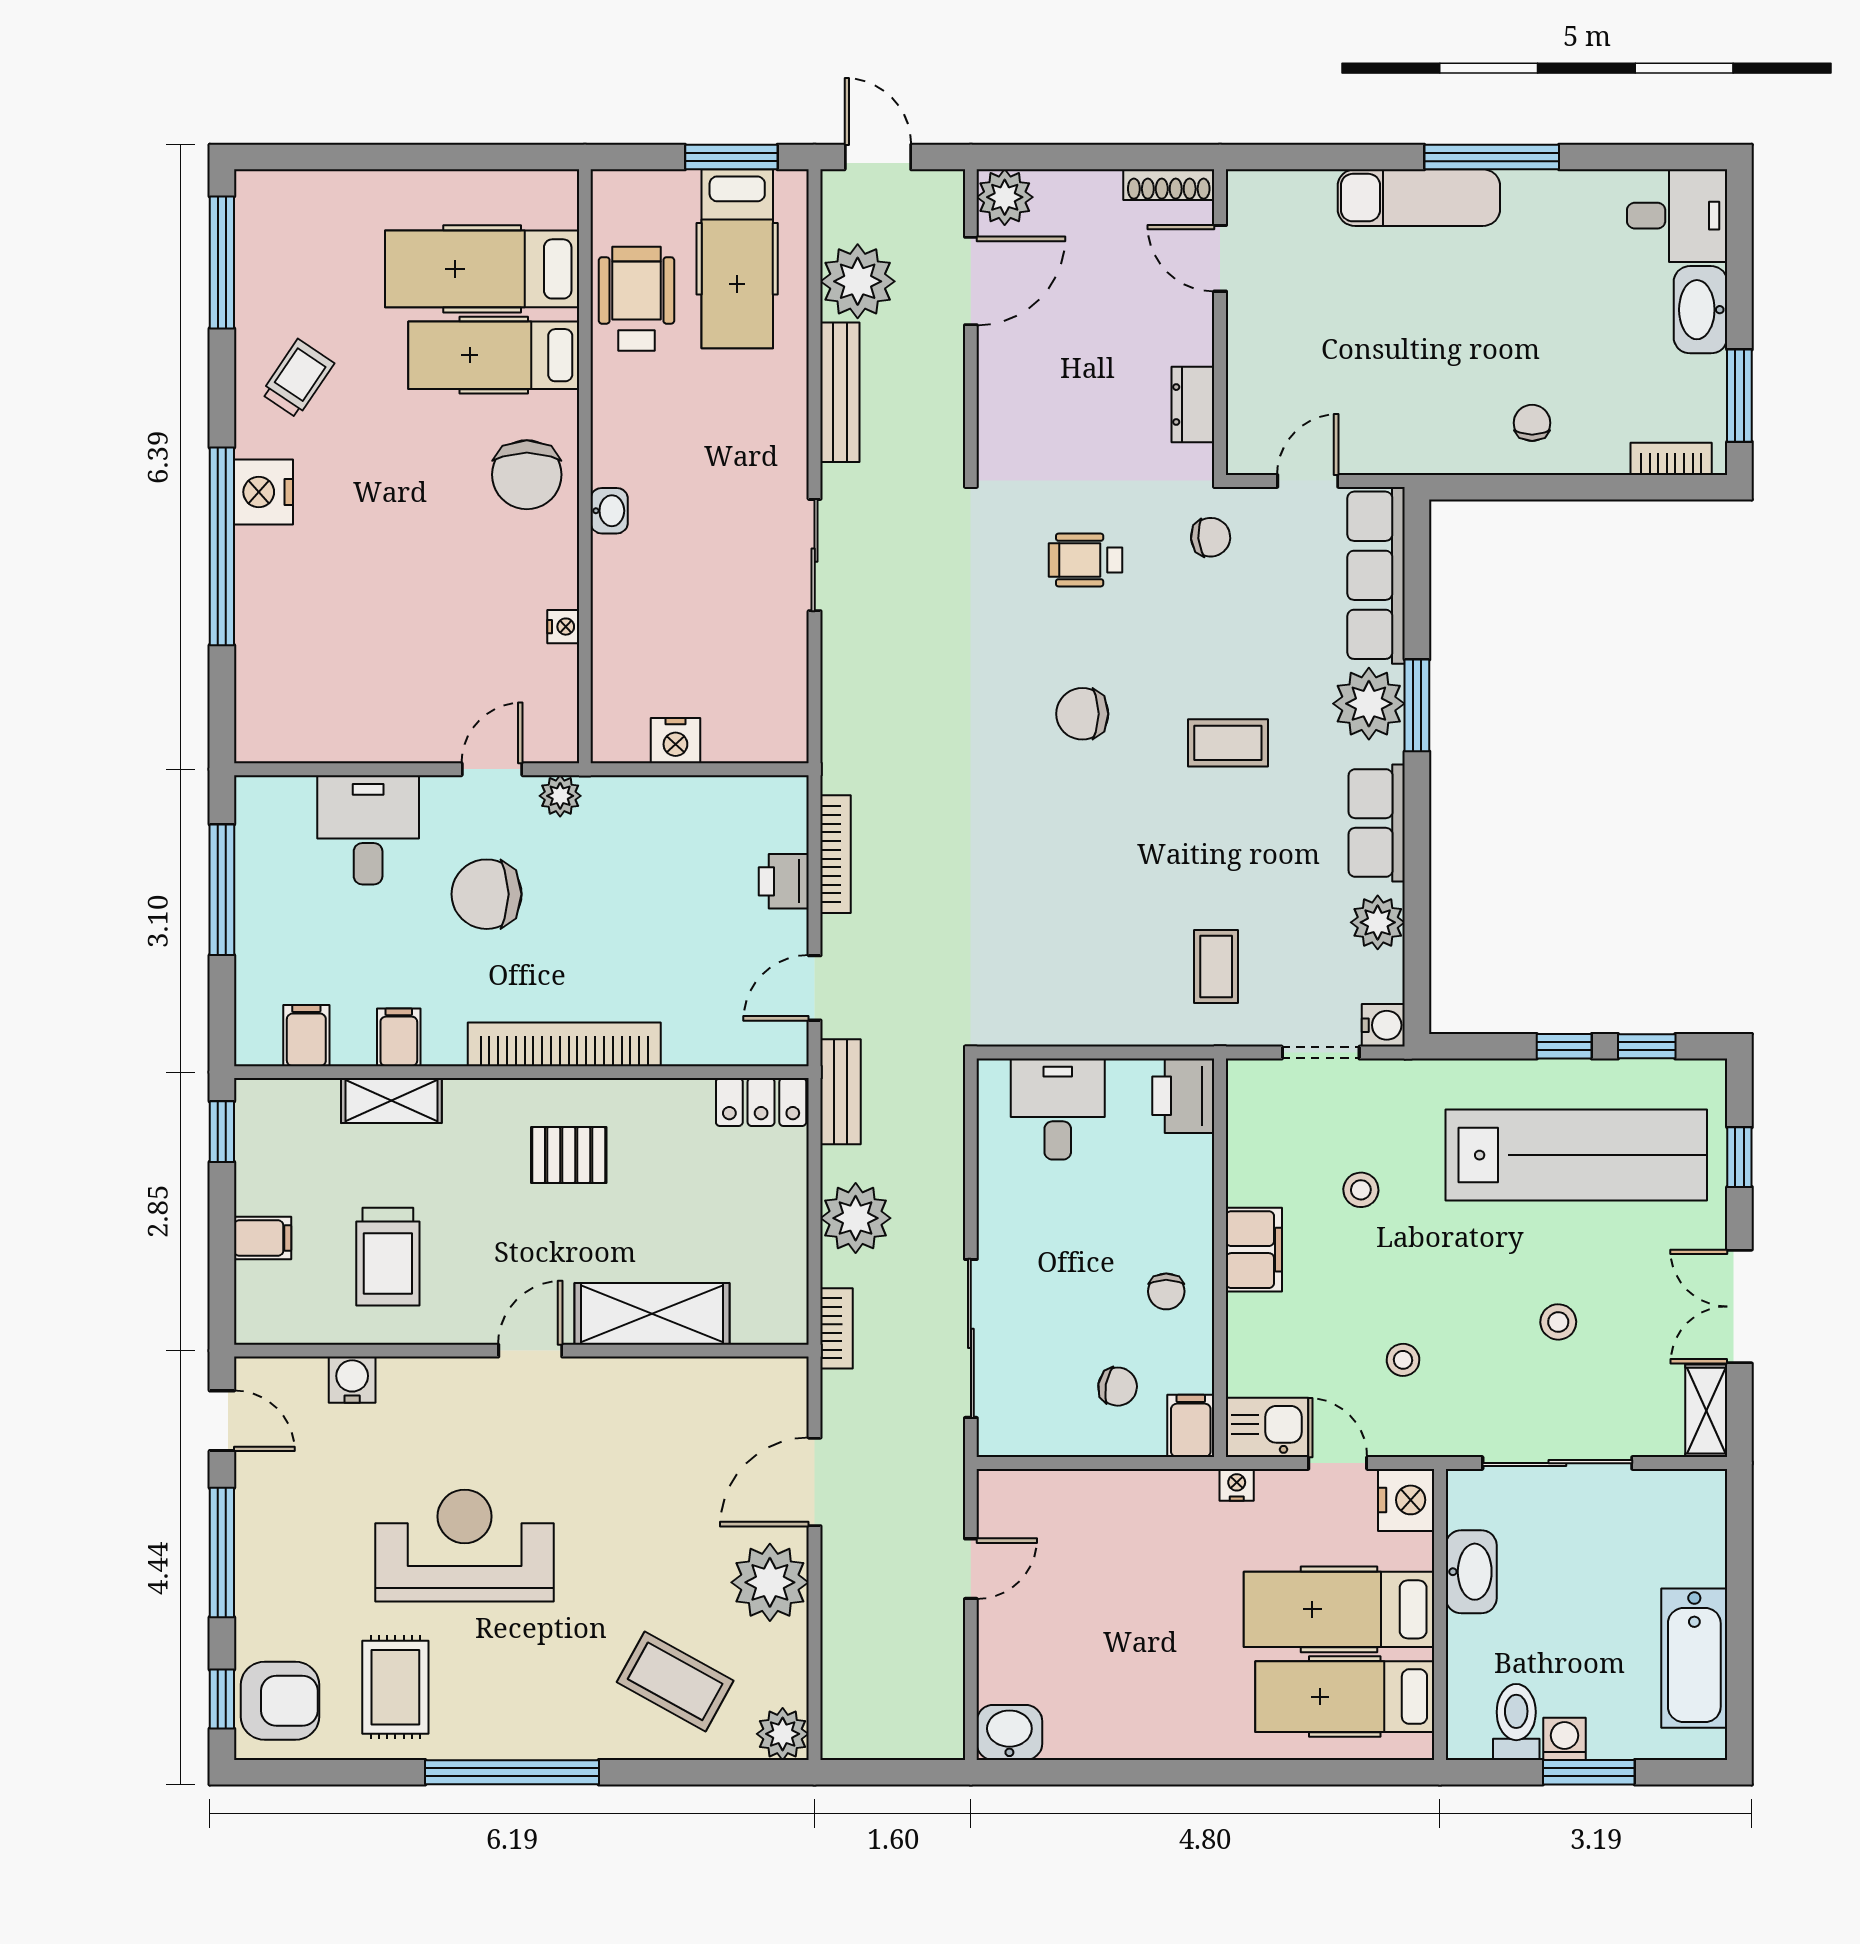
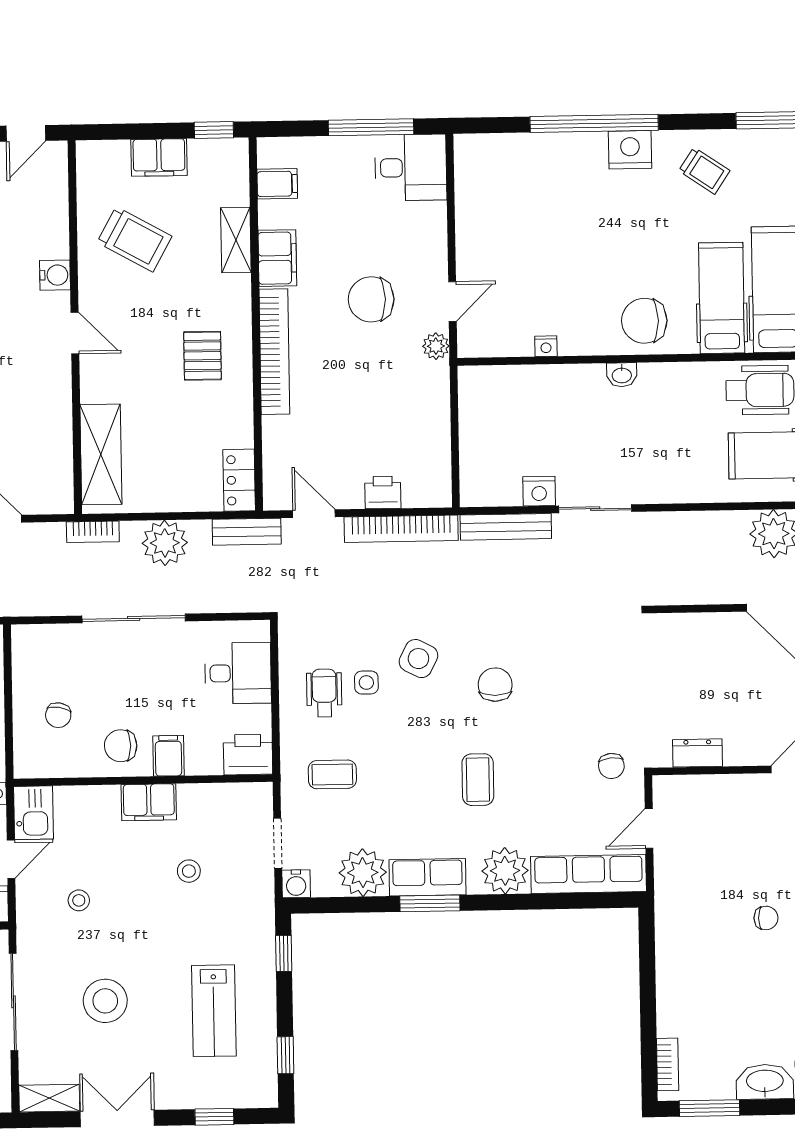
bench: (840, 392) -> (506, 527), moved
chair: (1532, 423) -> (766, 918), moved
door: (1308, 481) -> (649, 828), swing flipped
wheelchair: (1085, 560) -> (324, 693), moved
window: (1417, 705) -> (430, 903), moved
nightstand: (675, 741) -> (539, 491), moved, turned -90
door: (492, 769) -> (452, 301), hinge flipped
desk: (368, 830) -> (411, 168), moved
side table: (1040, 831) -> (418, 659), added
bookcase: (835, 854) -> (401, 529), width x1.48, depth x1.31
chair: (487, 894) -> (371, 299), turned -90
side table: (1076, 912) -> (366, 682), added
plant: (1378, 922) -> (363, 873), width x1.36, depth x1.36
filing cabinet: (399, 1037) -> (277, 258), width x2.00
window: (1564, 1046) -> (284, 953), moved
lab bench: (1576, 1155) -> (214, 1011), width x0.54, depth x0.72
filing cabinet: (263, 1238) -> (159, 157), width x2.00
trolley: (388, 1257) -> (134, 239), turned -151
chair: (1166, 1291) -> (121, 746), width x1.37, depth x1.37
shelving: (652, 1314) -> (101, 454), moved
stool: (1558, 1322) -> (105, 1001), width x1.89, depth x1.89
sliding door: (971, 1338) -> (134, 618), moved
water cooler: (352, 1380) -> (55, 275), moved
filing cabinet: (1191, 1426) -> (168, 756), moved, turned -90

